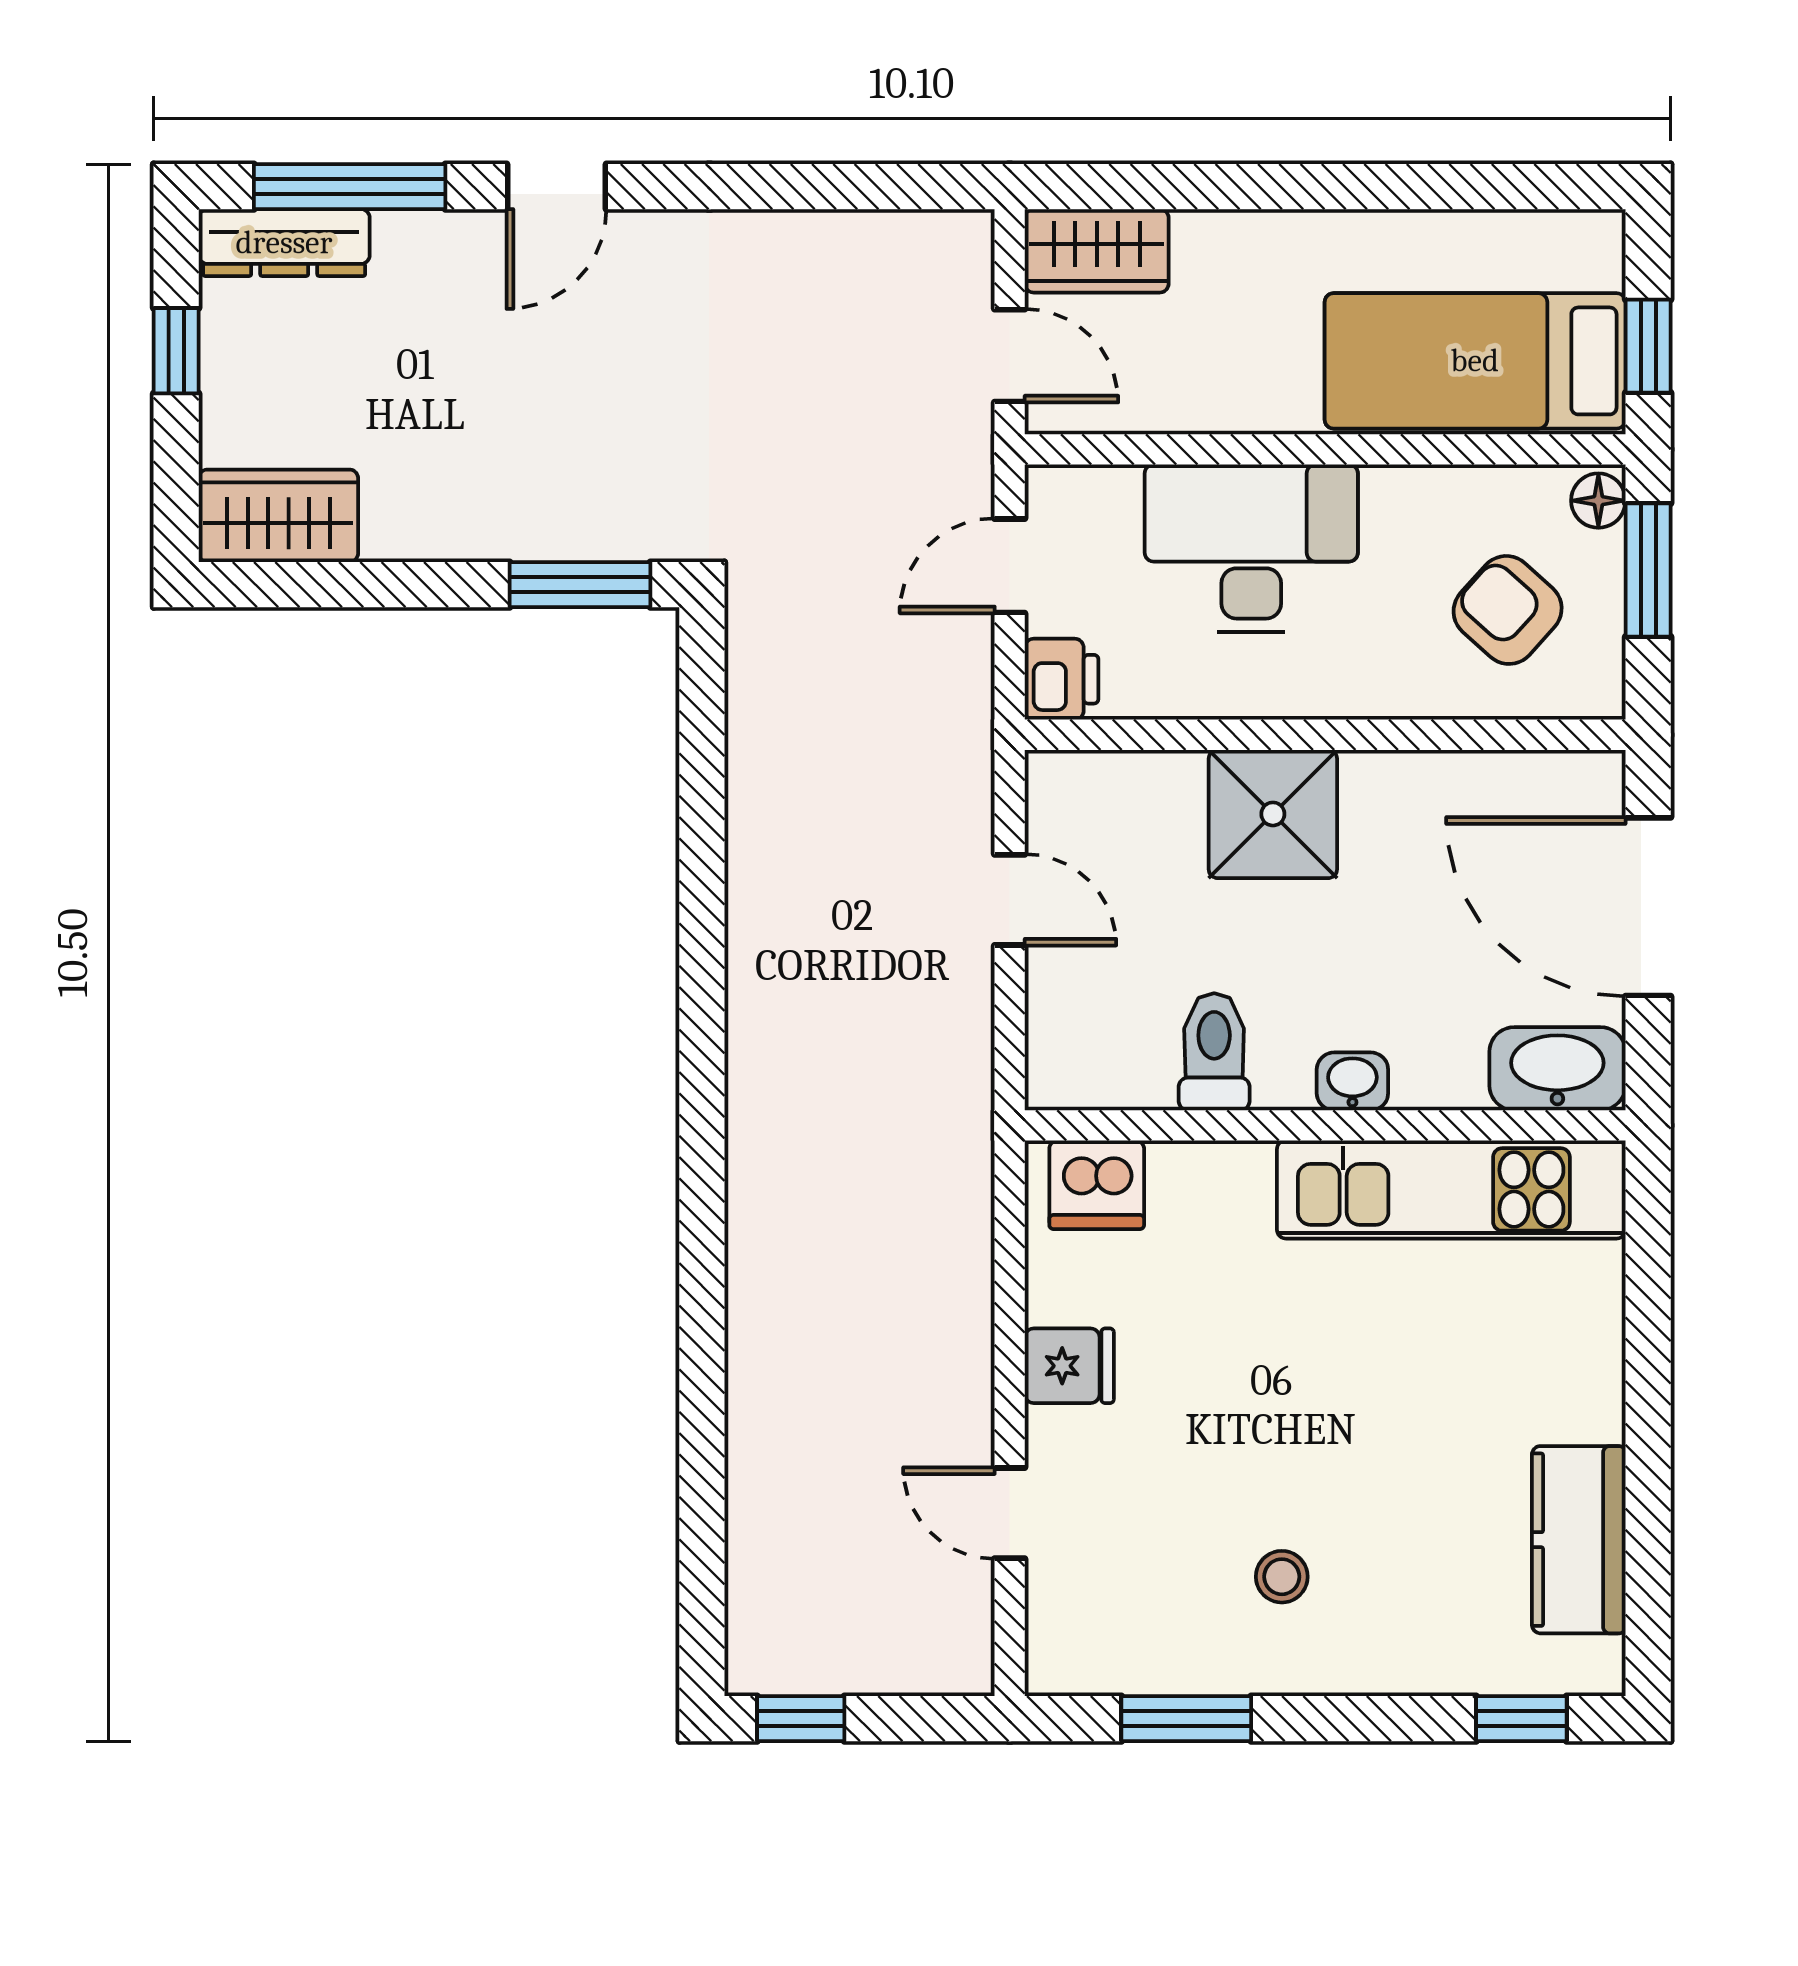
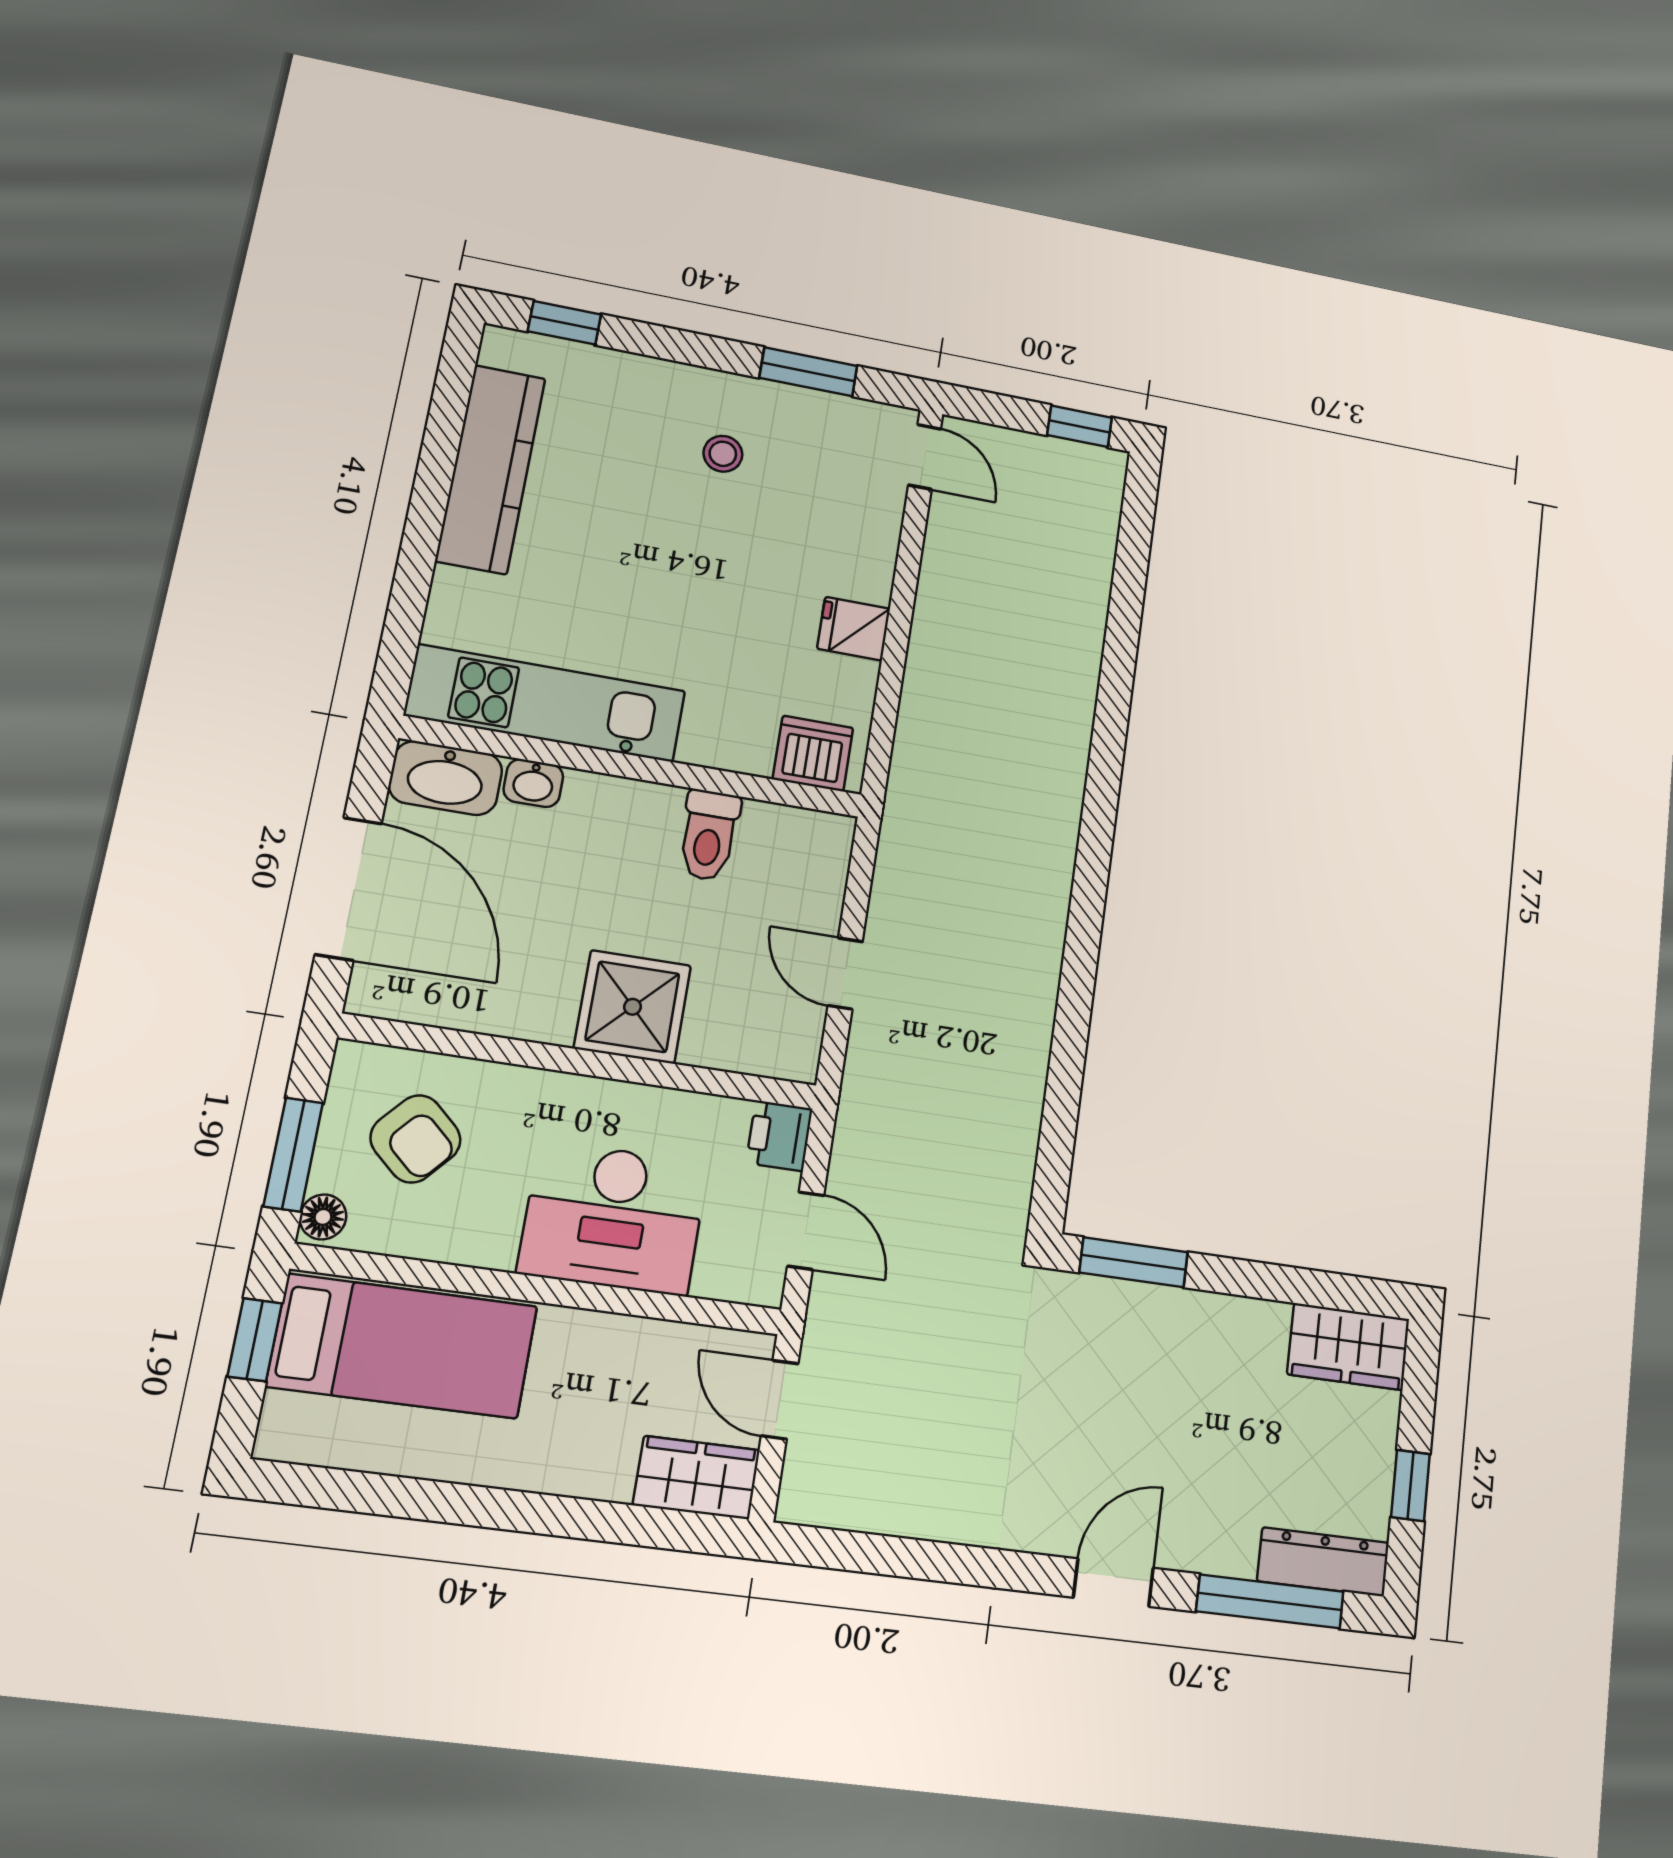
door: (1010, 566) -> (806, 1231), hinge flipped
washbasin: (1352, 1081) -> (533, 783), moved
door: (1010, 1513) -> (925, 457), moved
kitchen counter: (1579, 1540) -> (491, 469), width x1.50

